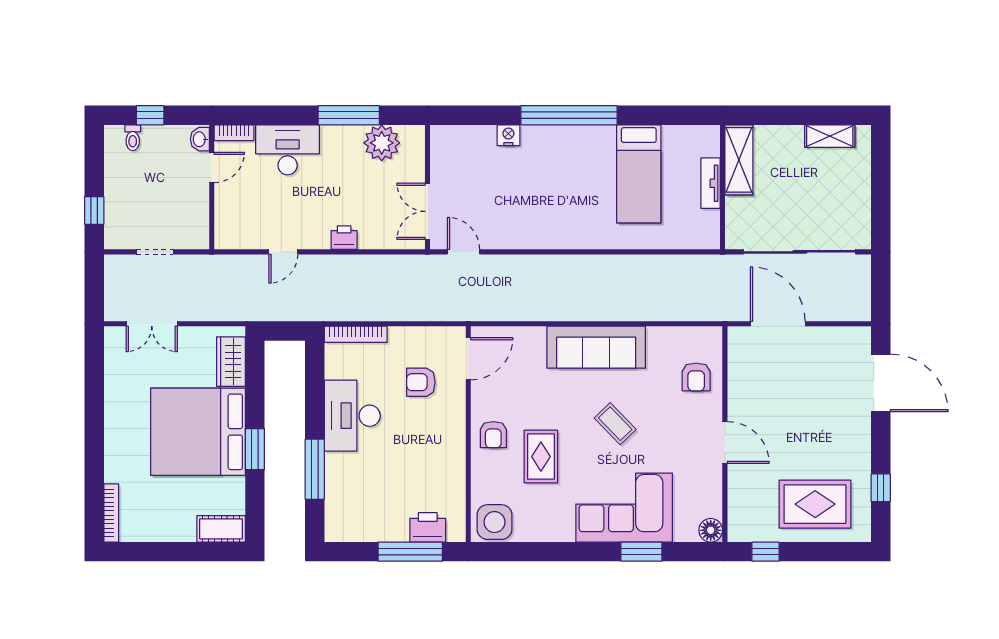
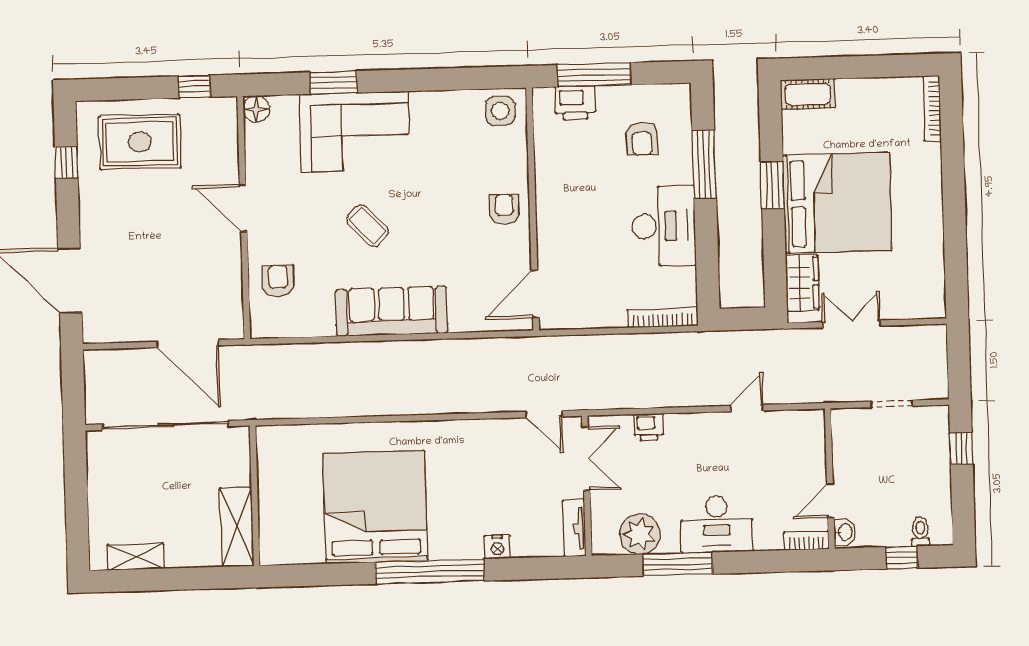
desk: (288, 150) -> (717, 524), moved
bed: (639, 174) -> (375, 507), width x2.04
tv unit: (710, 183) -> (574, 528), moved, turned 180
printer: (344, 238) -> (649, 427), moved
double door: (152, 324) -> (851, 324), moved
armchair: (421, 382) -> (642, 139), moved, turned 90
rug: (541, 457) -> (450, 186), removed
side table: (494, 522) -> (500, 111), width x0.73, depth x0.73

